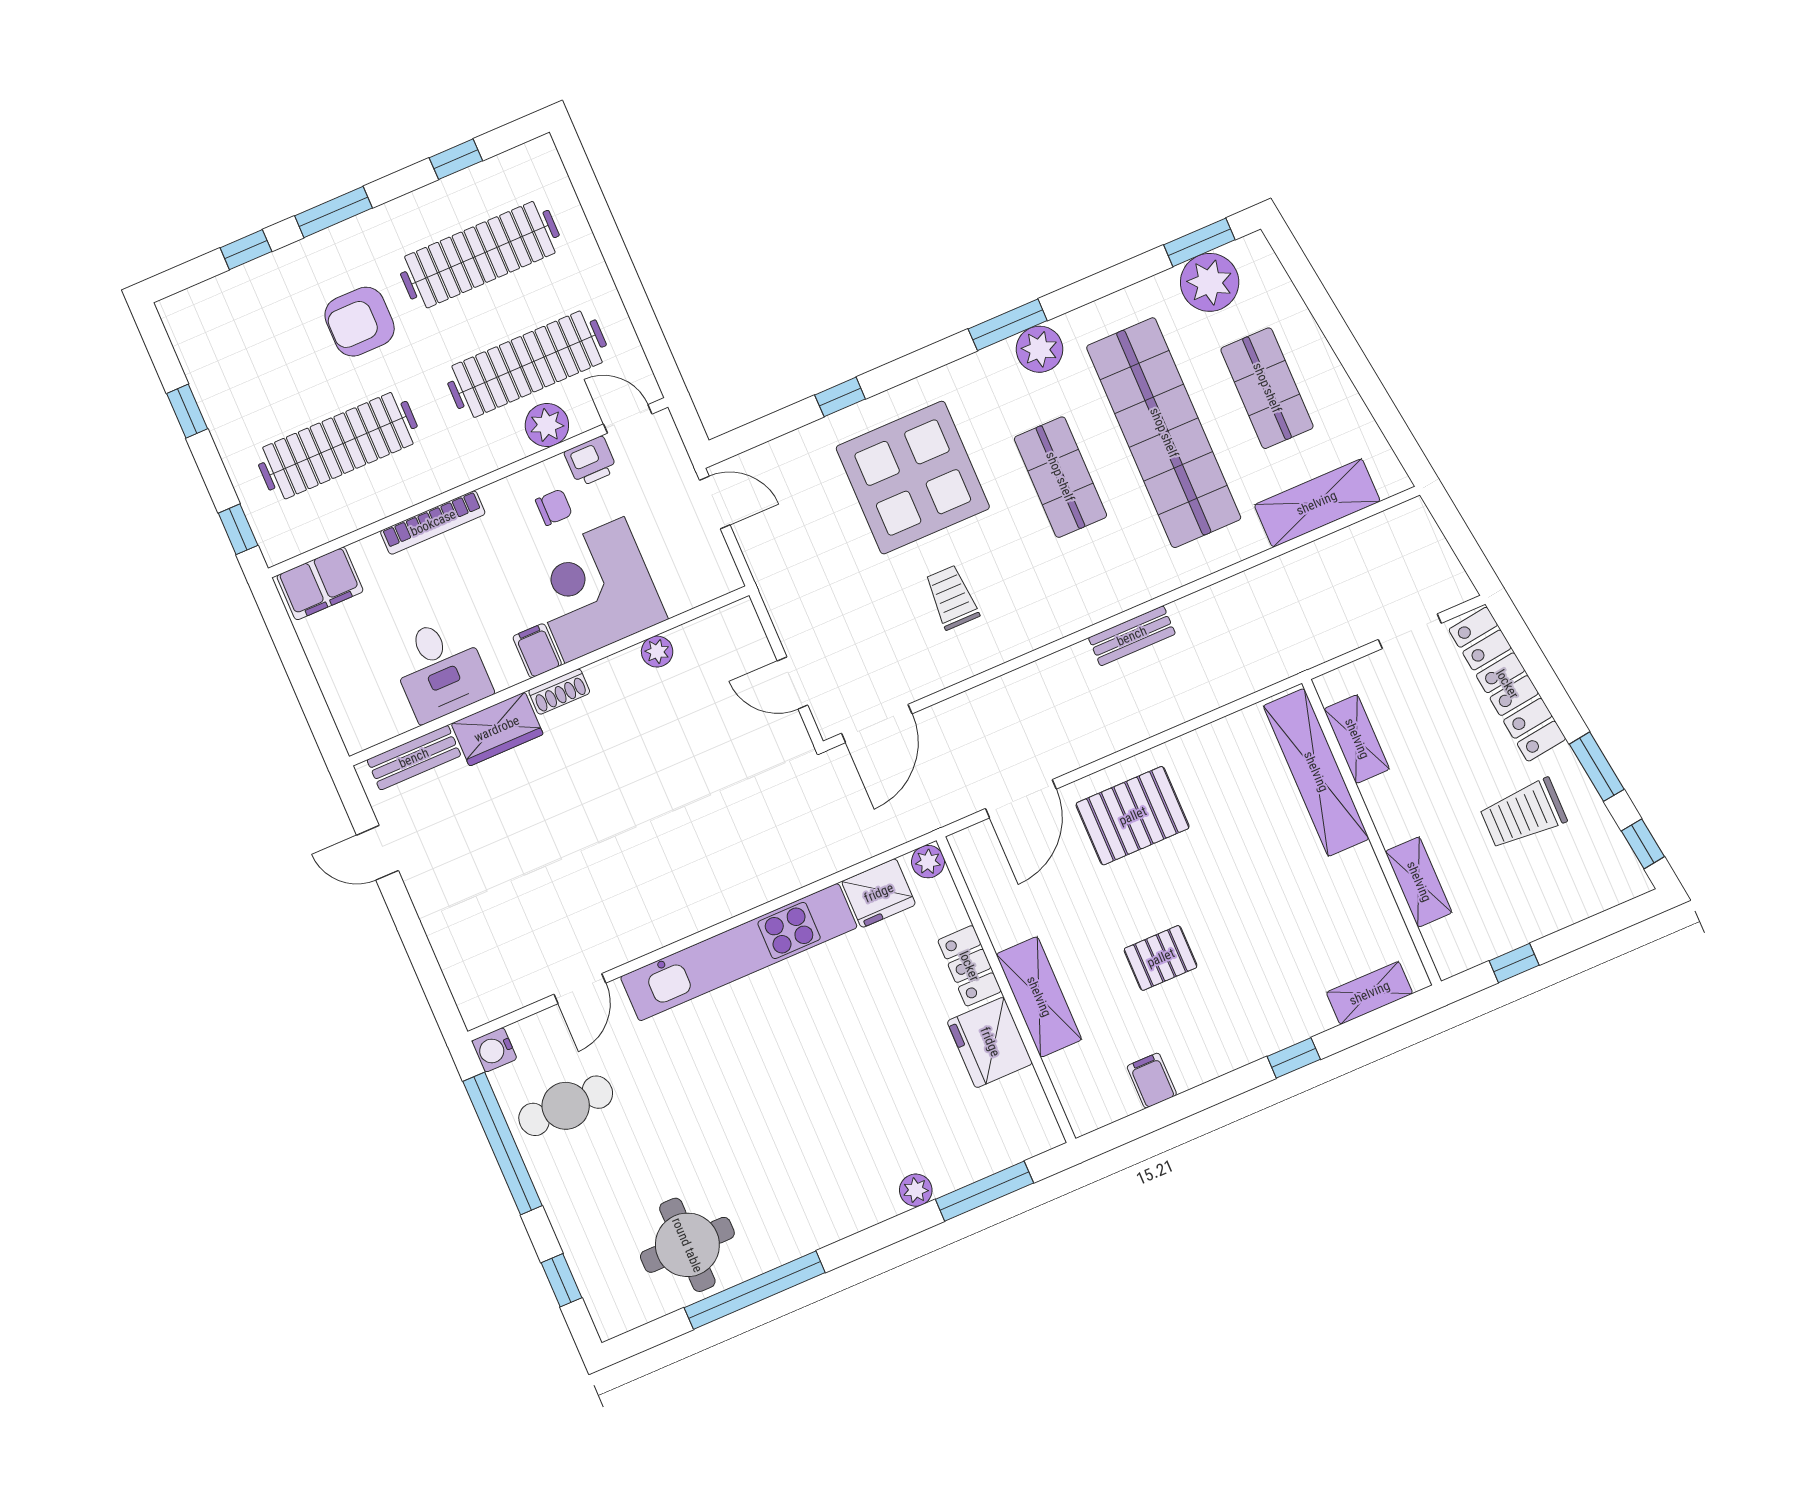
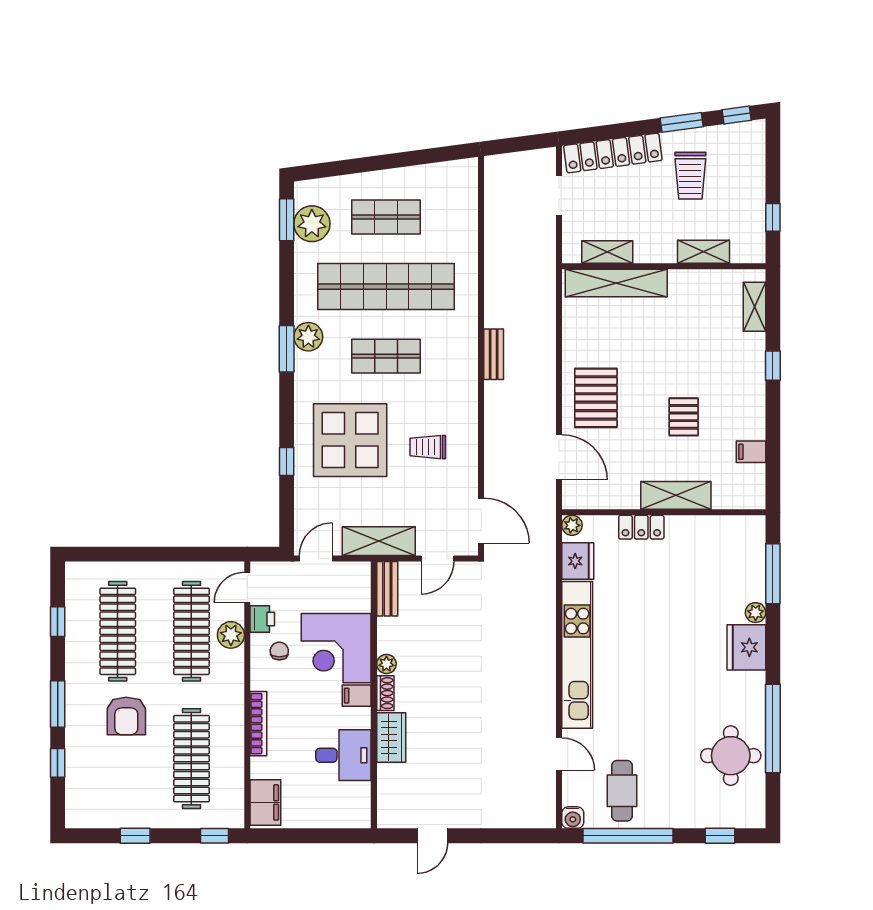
shelving: (1317, 503) -> (379, 541), moved, turned 90
plant: (657, 652) -> (386, 664), moved
bench: (414, 758) -> (387, 589), moved
fridge: (990, 1042) -> (746, 647), moved, turned 90

